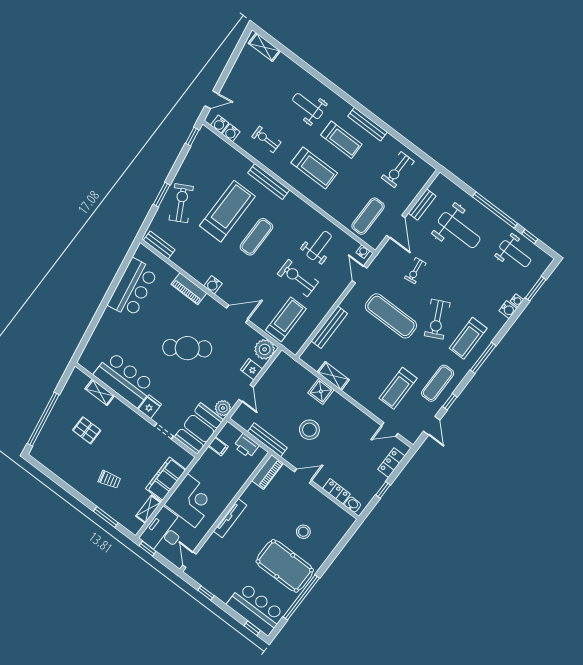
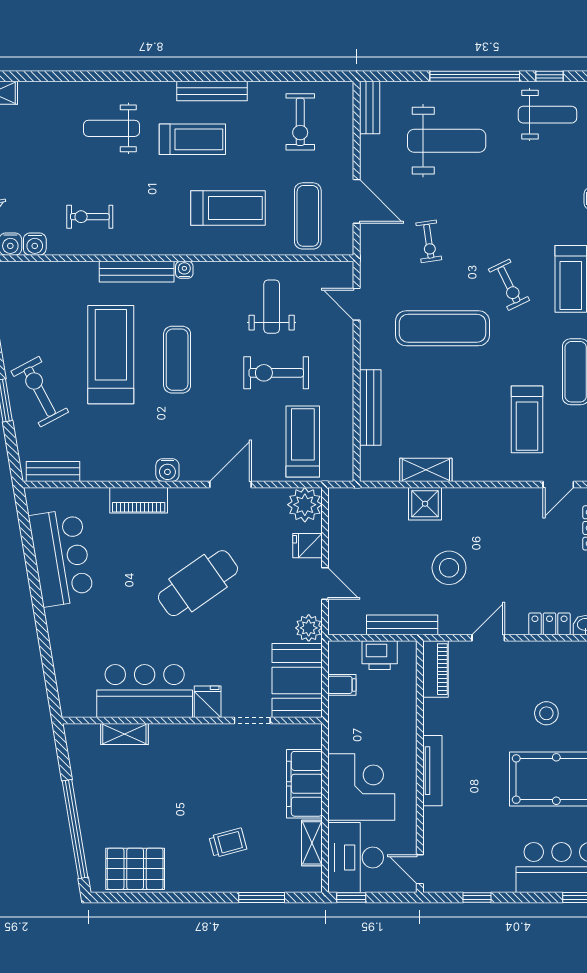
treadmill: (314, 168) -> (228, 208), moved
bench: (422, 205) -> (370, 107), moved
water cooler: (363, 252) -> (184, 270), moved
exercise bike: (437, 319) -> (509, 285), width x0.73, depth x0.72
pallet: (87, 430) -> (135, 869), moved, width x1.50, depth x1.42

